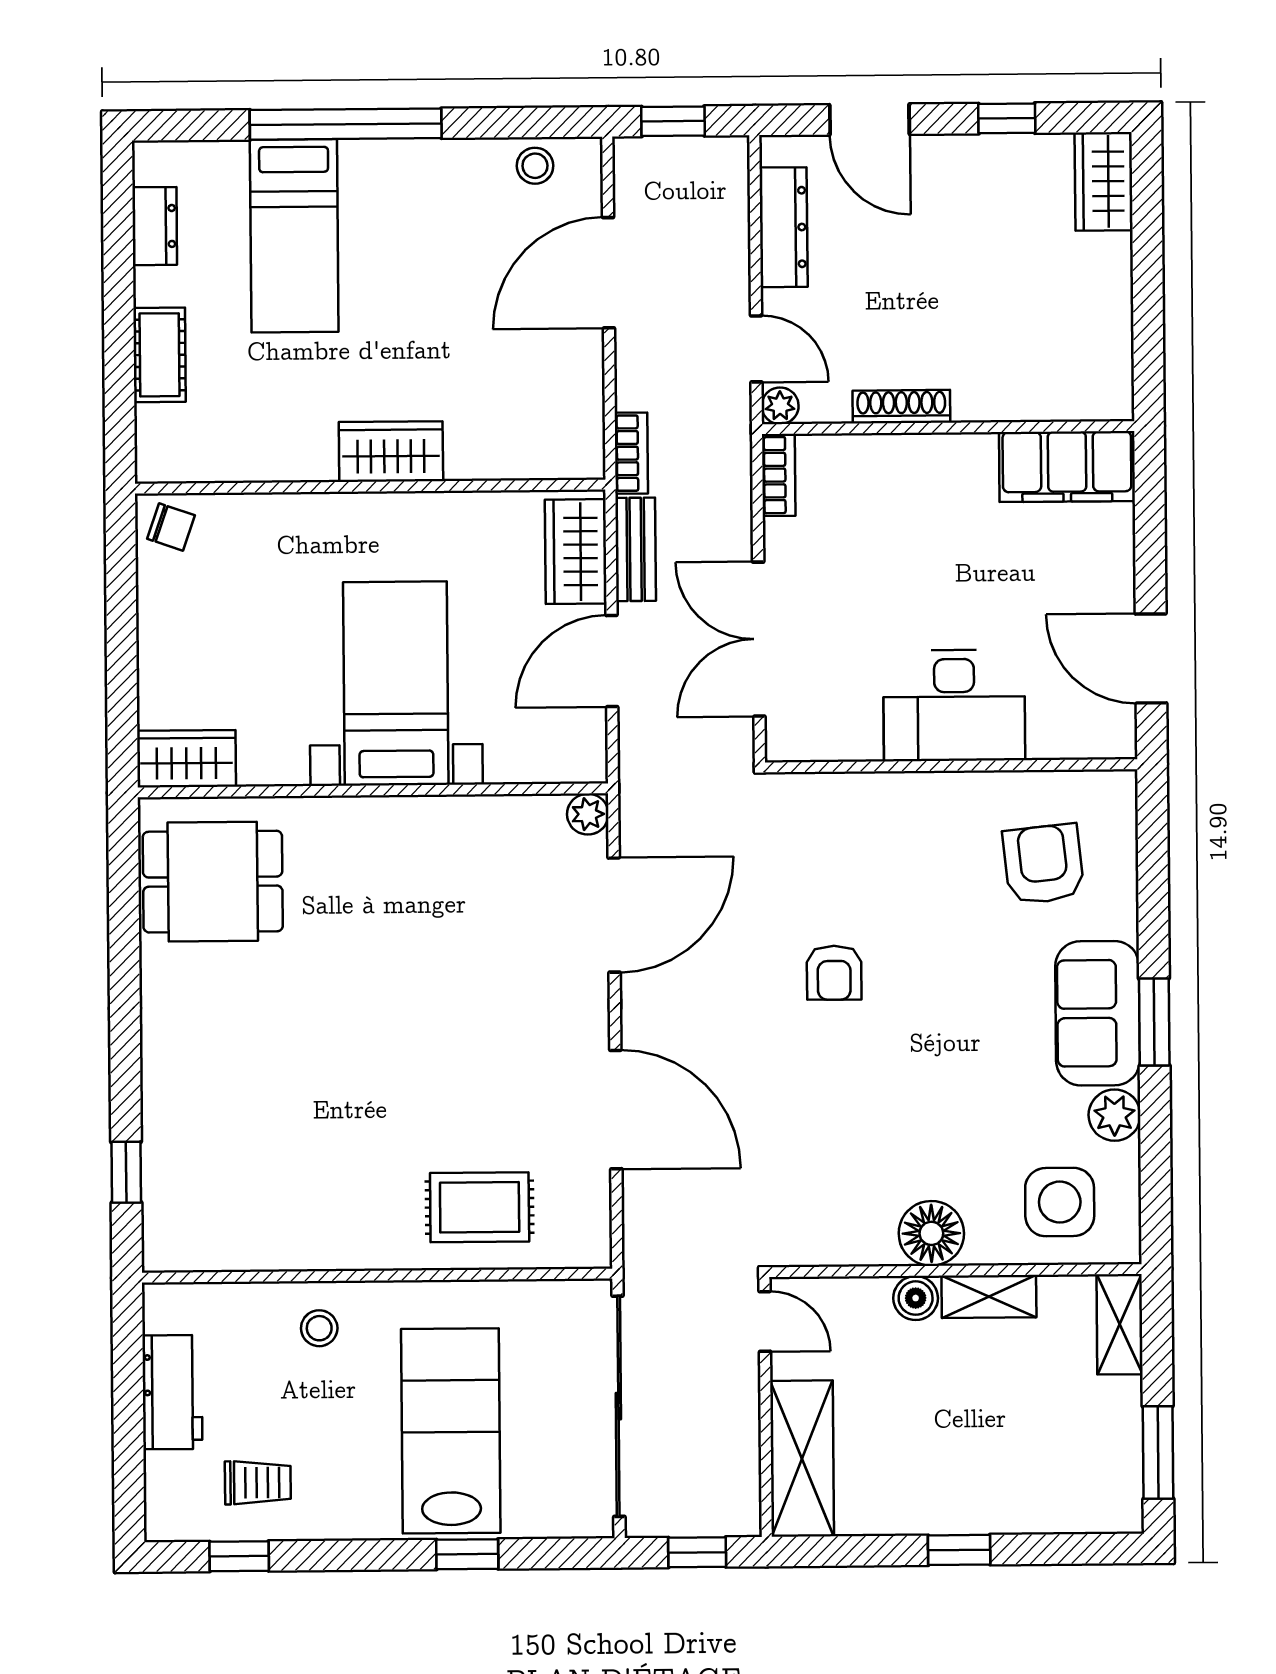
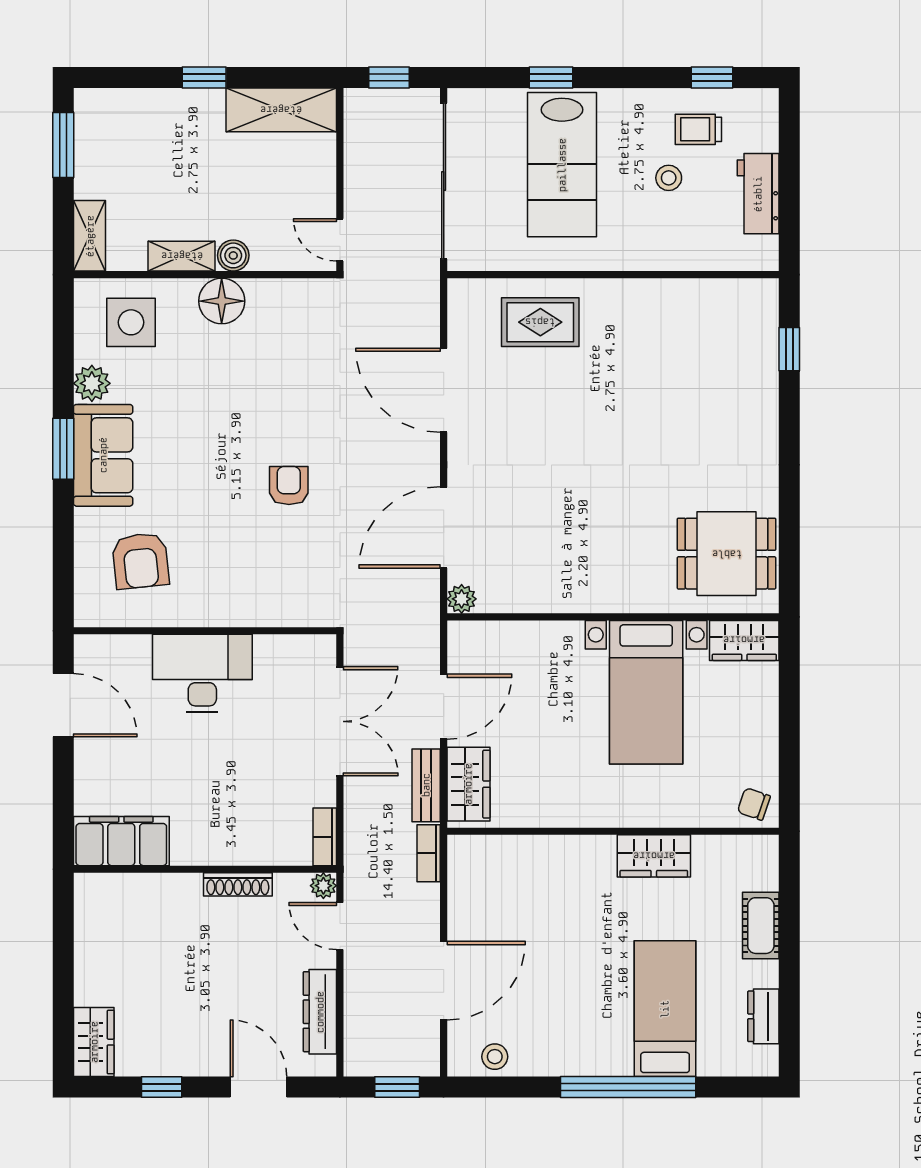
wardrobe: (391, 451) -> (654, 856), moved
bed with nightstands: (396, 683) -> (646, 692), moved
stool: (319, 1328) -> (669, 178), moved
shelving: (802, 1459) -> (281, 110), moved, turned 90

